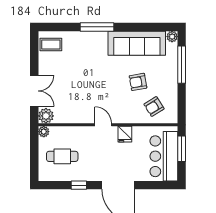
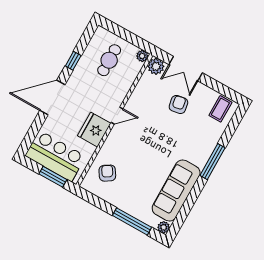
armchair: (138, 82) -> (178, 104), moved
fridge: (125, 134) -> (94, 130), width x1.88, depth x1.34

